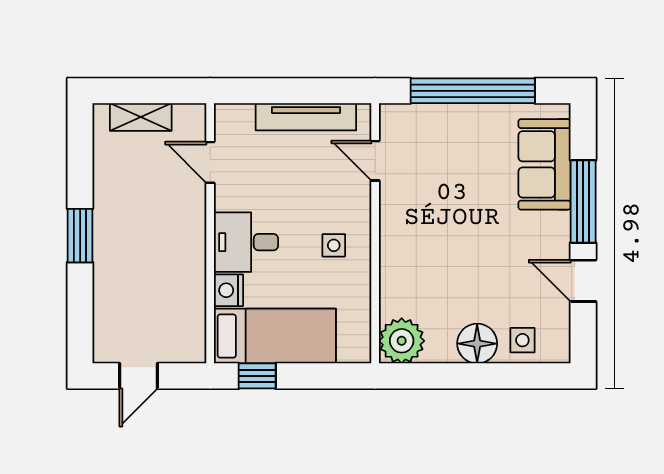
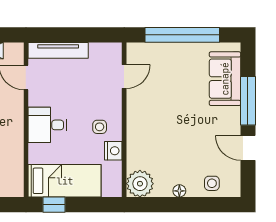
tv unit: (306, 117) -> (58, 50), moved
door: (375, 161) -> (124, 76), swing flipped
nightstand: (229, 290) -> (113, 151), moved, turned 180
floor lamp: (477, 344) -> (179, 191), width x0.53, depth x0.53

